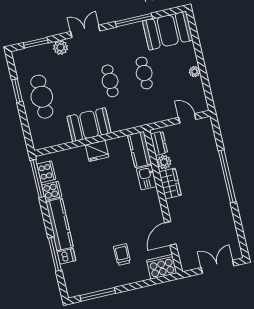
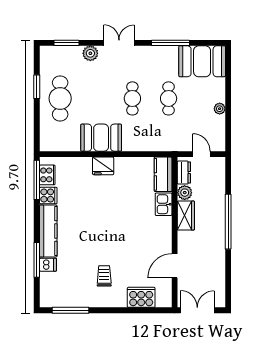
dresser: (159, 143) -> (184, 173), moved
kitchen counter: (140, 150) -> (163, 174), moved
plant: (164, 162) -> (185, 193), moved
kitchen sink: (147, 178) -> (164, 204), moved
wardrobe: (170, 183) -> (186, 216), moved
wall: (163, 202) -> (175, 232), moved
door: (170, 233) -> (175, 266), moved

